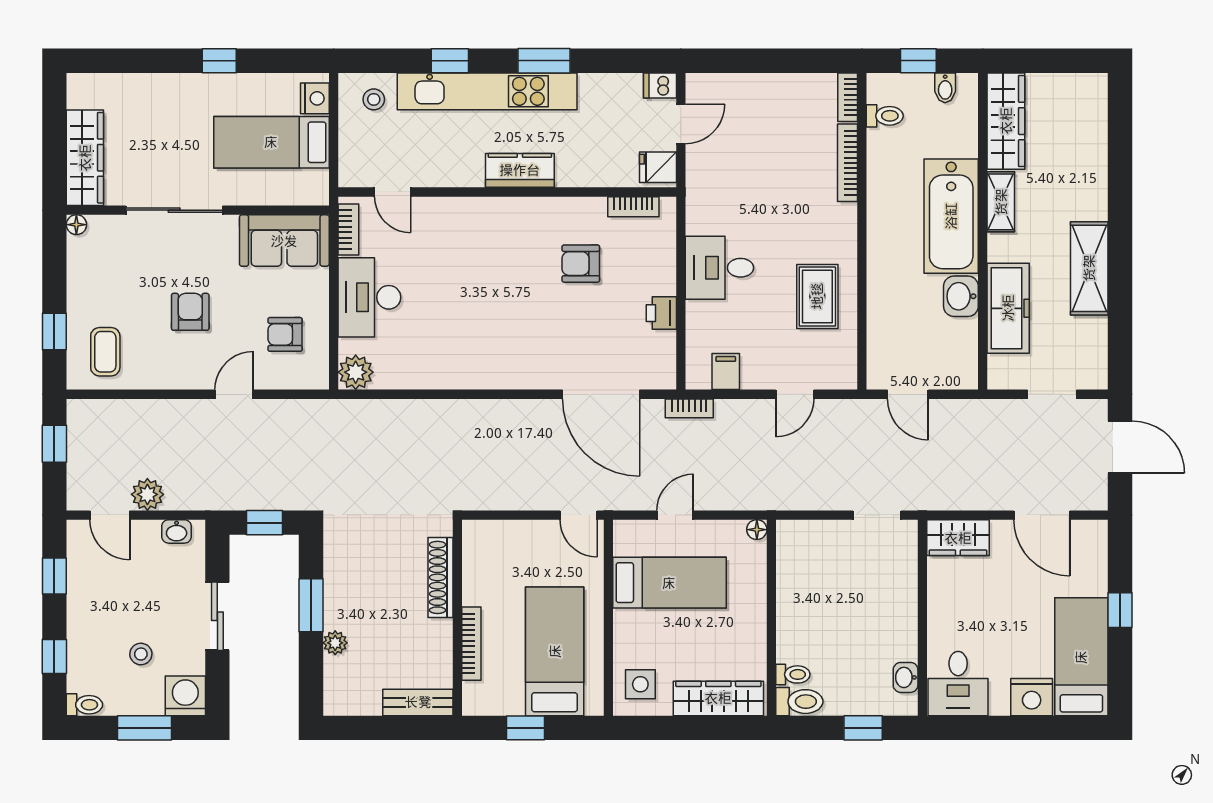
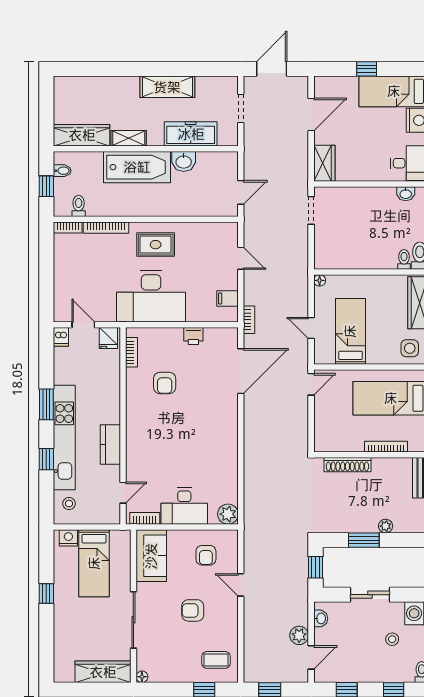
kitchen counter: (520, 170) -> (110, 445), moved
desk: (719, 268) -> (151, 296), width x1.87, depth x1.30
rug: (817, 296) -> (156, 245), moved

